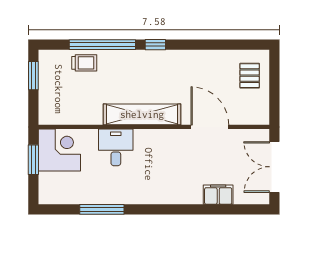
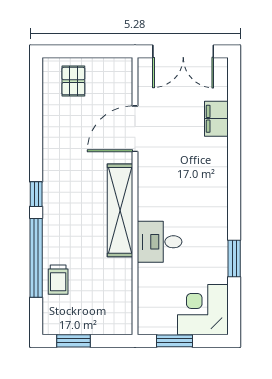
trolley: (84, 63) -> (58, 280), turned 180
pallet: (250, 76) -> (73, 81), turned 90
corner desk: (59, 150) -> (203, 310), moved
window: (102, 209) -> (234, 259), width x0.69

